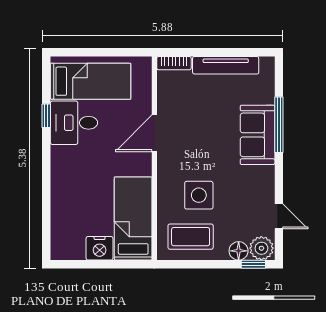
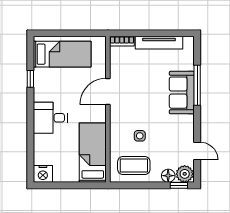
desk: (74, 123) -> (50, 118), moved
side table: (199, 195) -> (140, 136), width x0.54, depth x0.54
nightstand: (100, 248) -> (43, 174), moved

